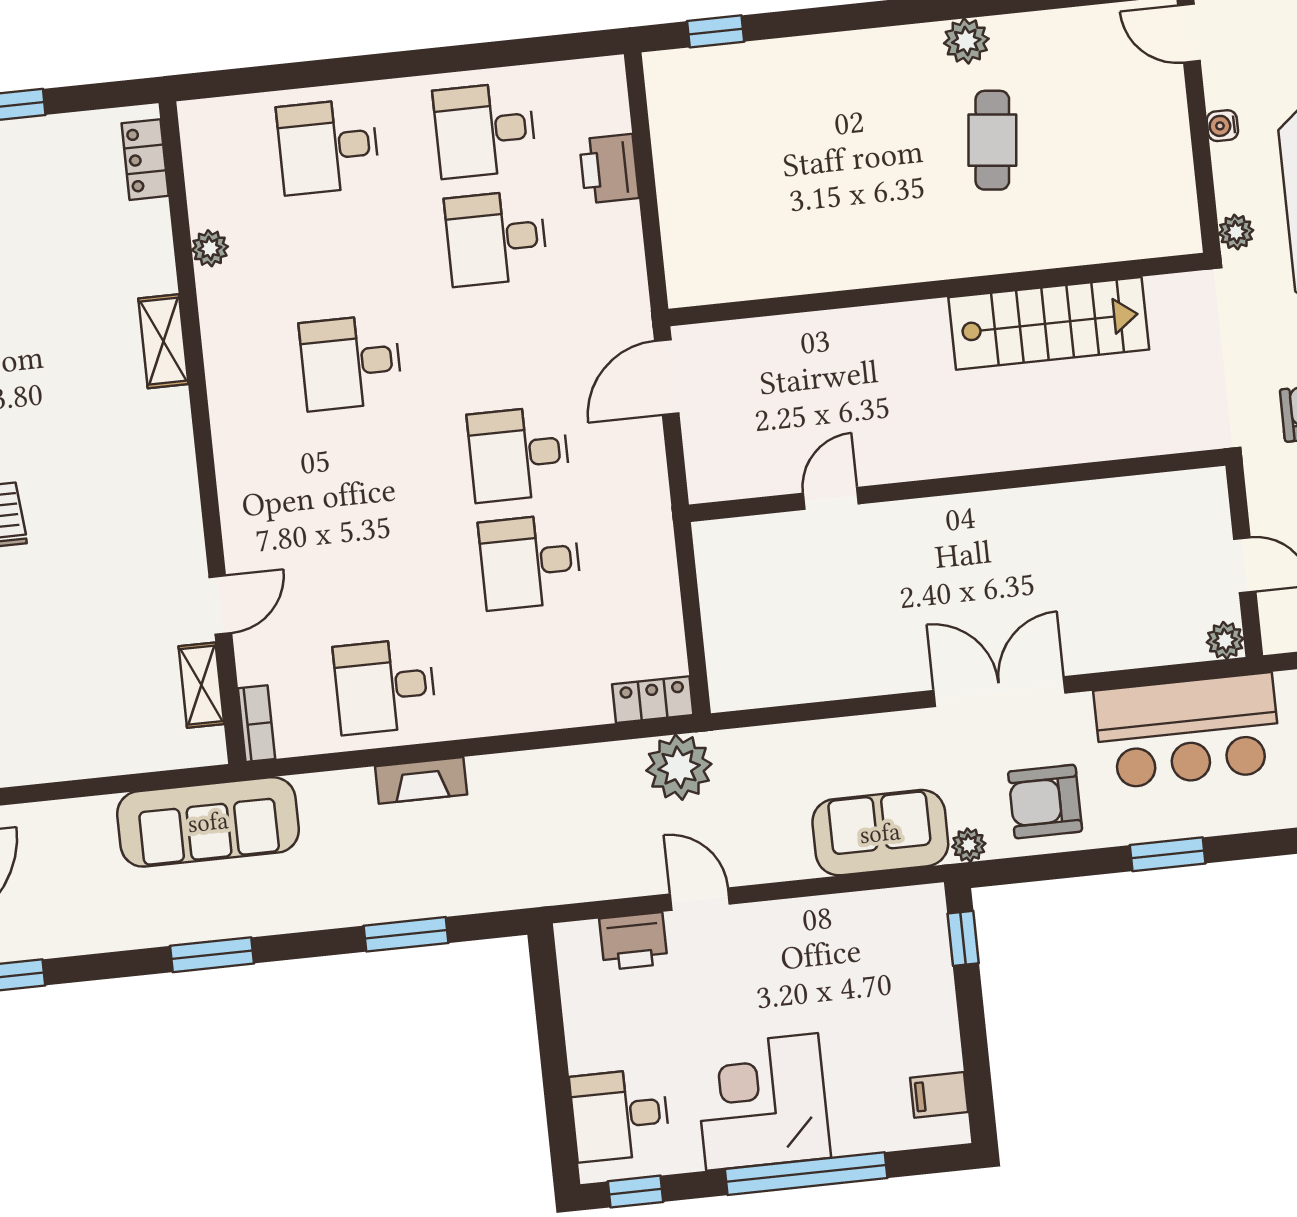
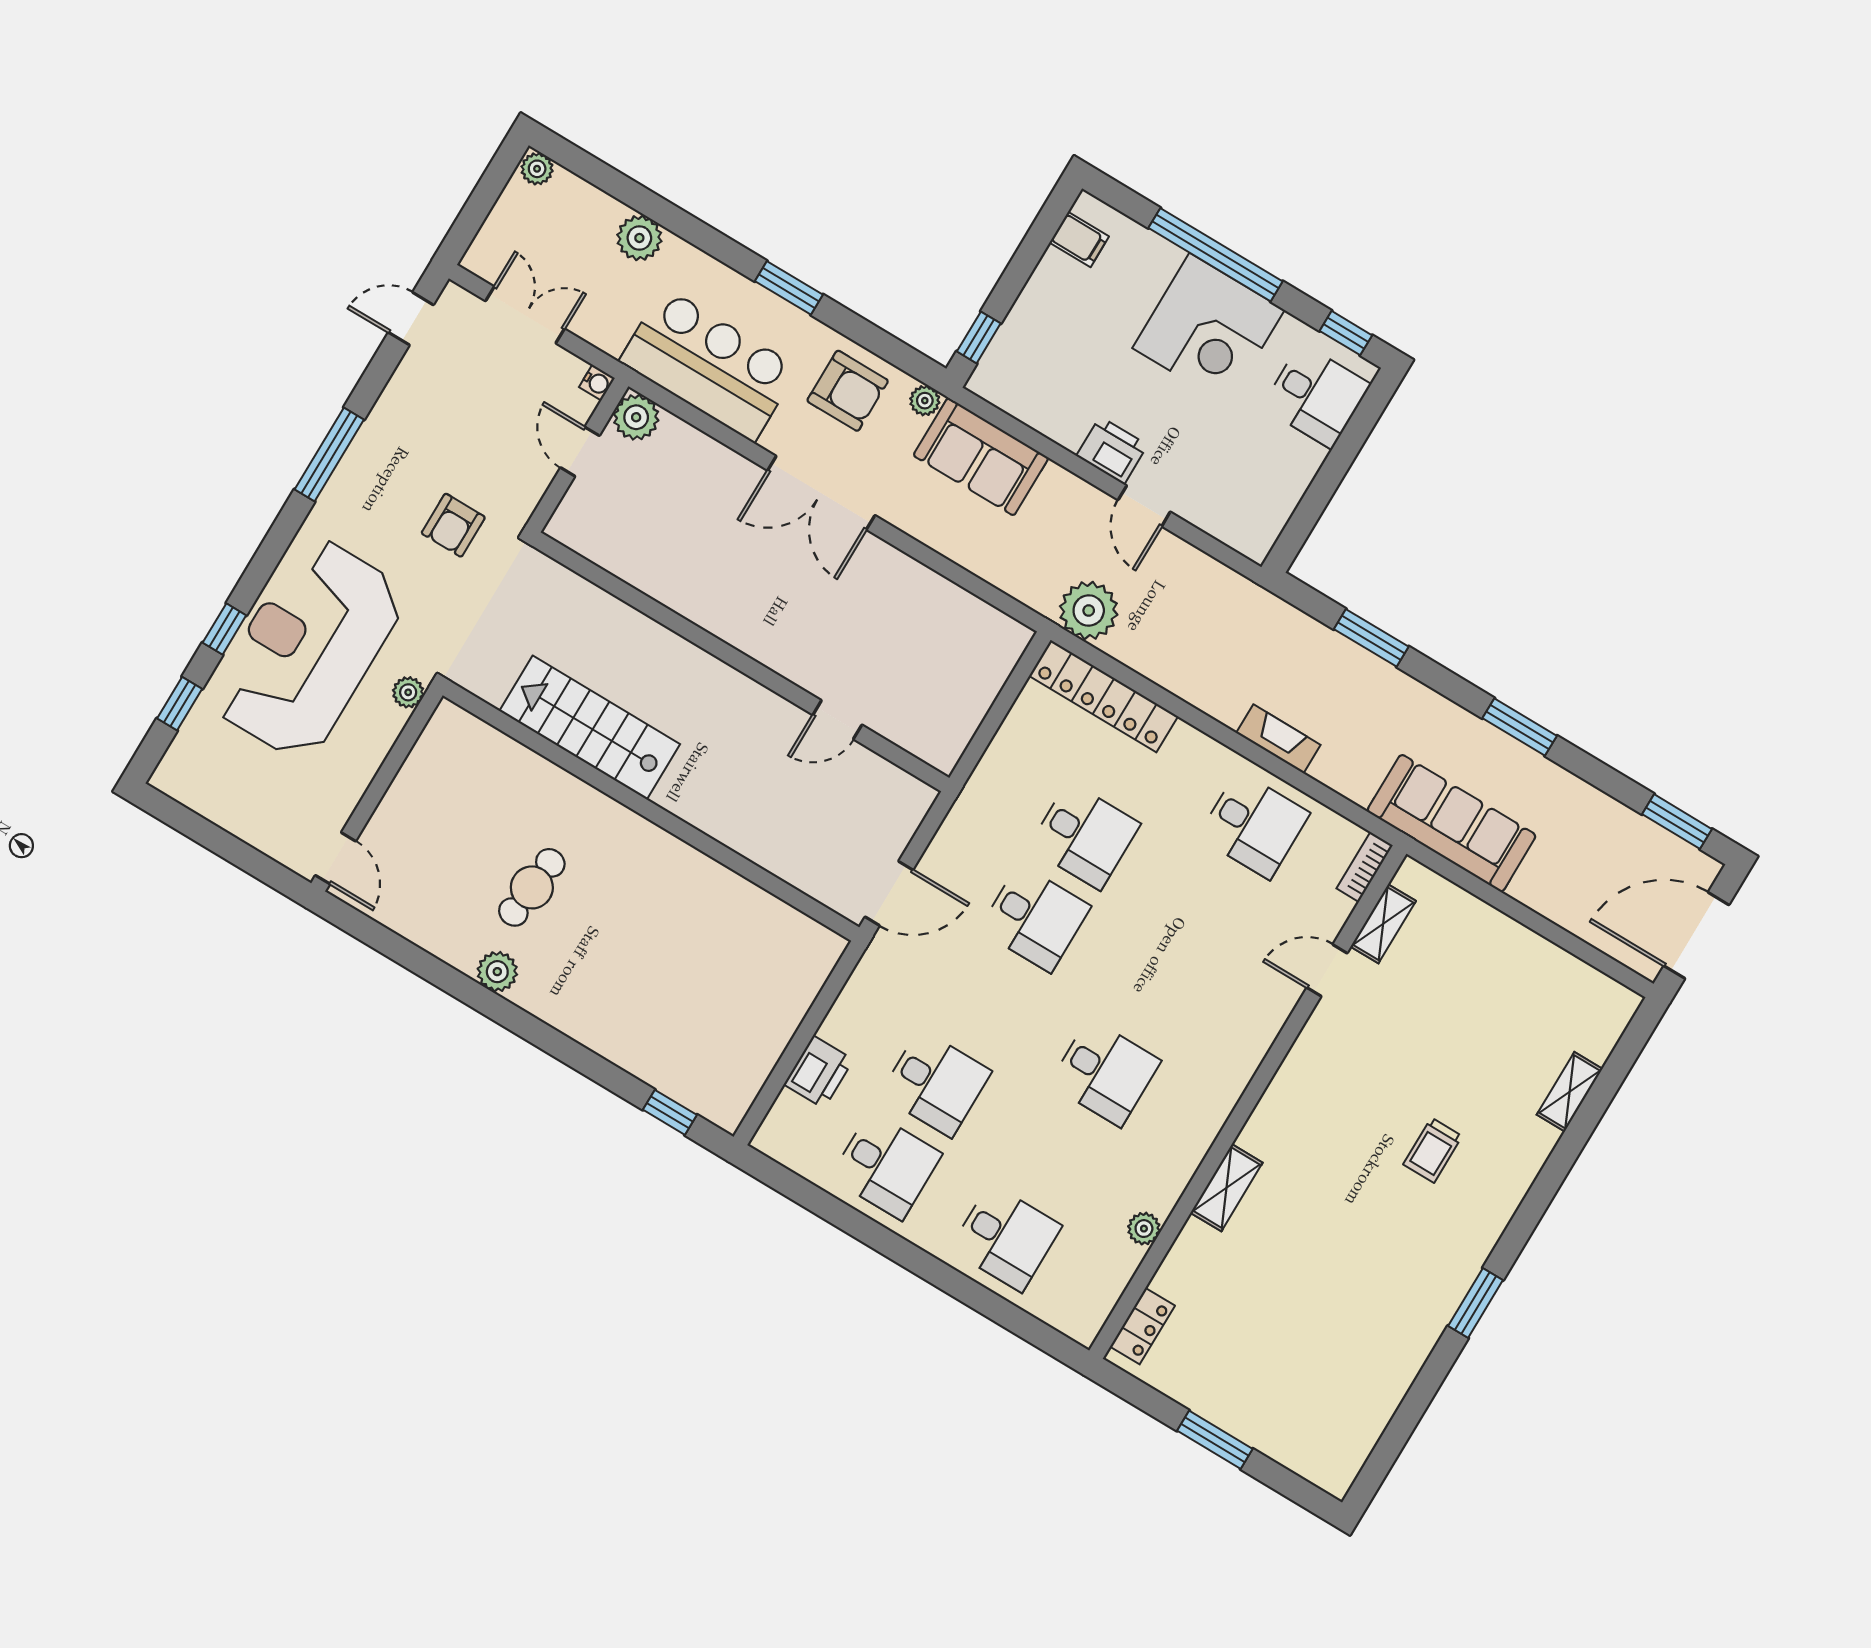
water cooler: (1222, 126) -> (597, 383), moved
plant: (1225, 640) -> (636, 417), width x1.38, depth x1.38
locker: (653, 700) -> (1103, 696), width x2.16, depth x1.21
printer: (633, 941) -> (1112, 450), moved

